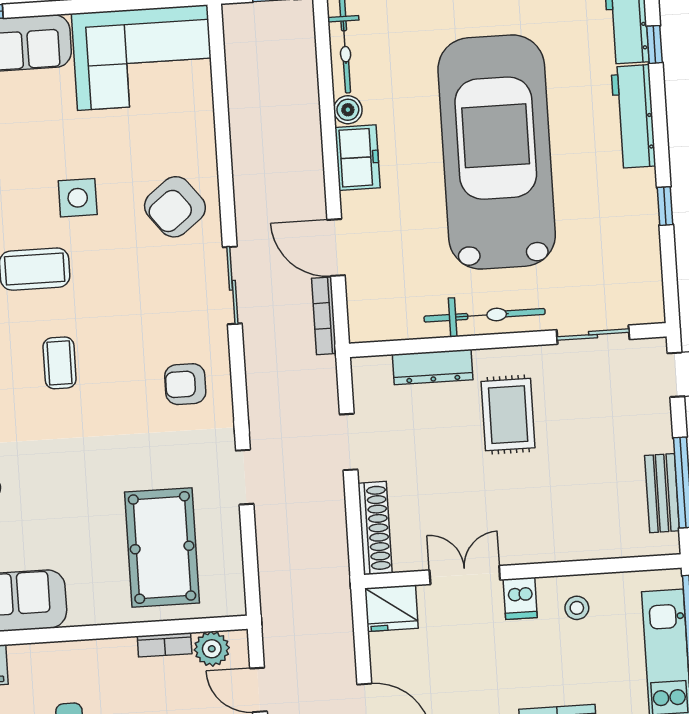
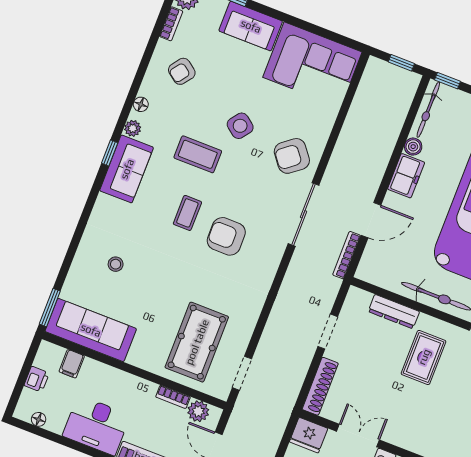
side table: (78, 198) -> (240, 126), turned 37
door: (336, 248) -> (371, 220), swing flipped
sliding door: (232, 285) -> (304, 214), width x1.37
armchair: (185, 384) -> (226, 236), moved, width x1.38, depth x1.38
doorway: (245, 477) -> (242, 373), moved

